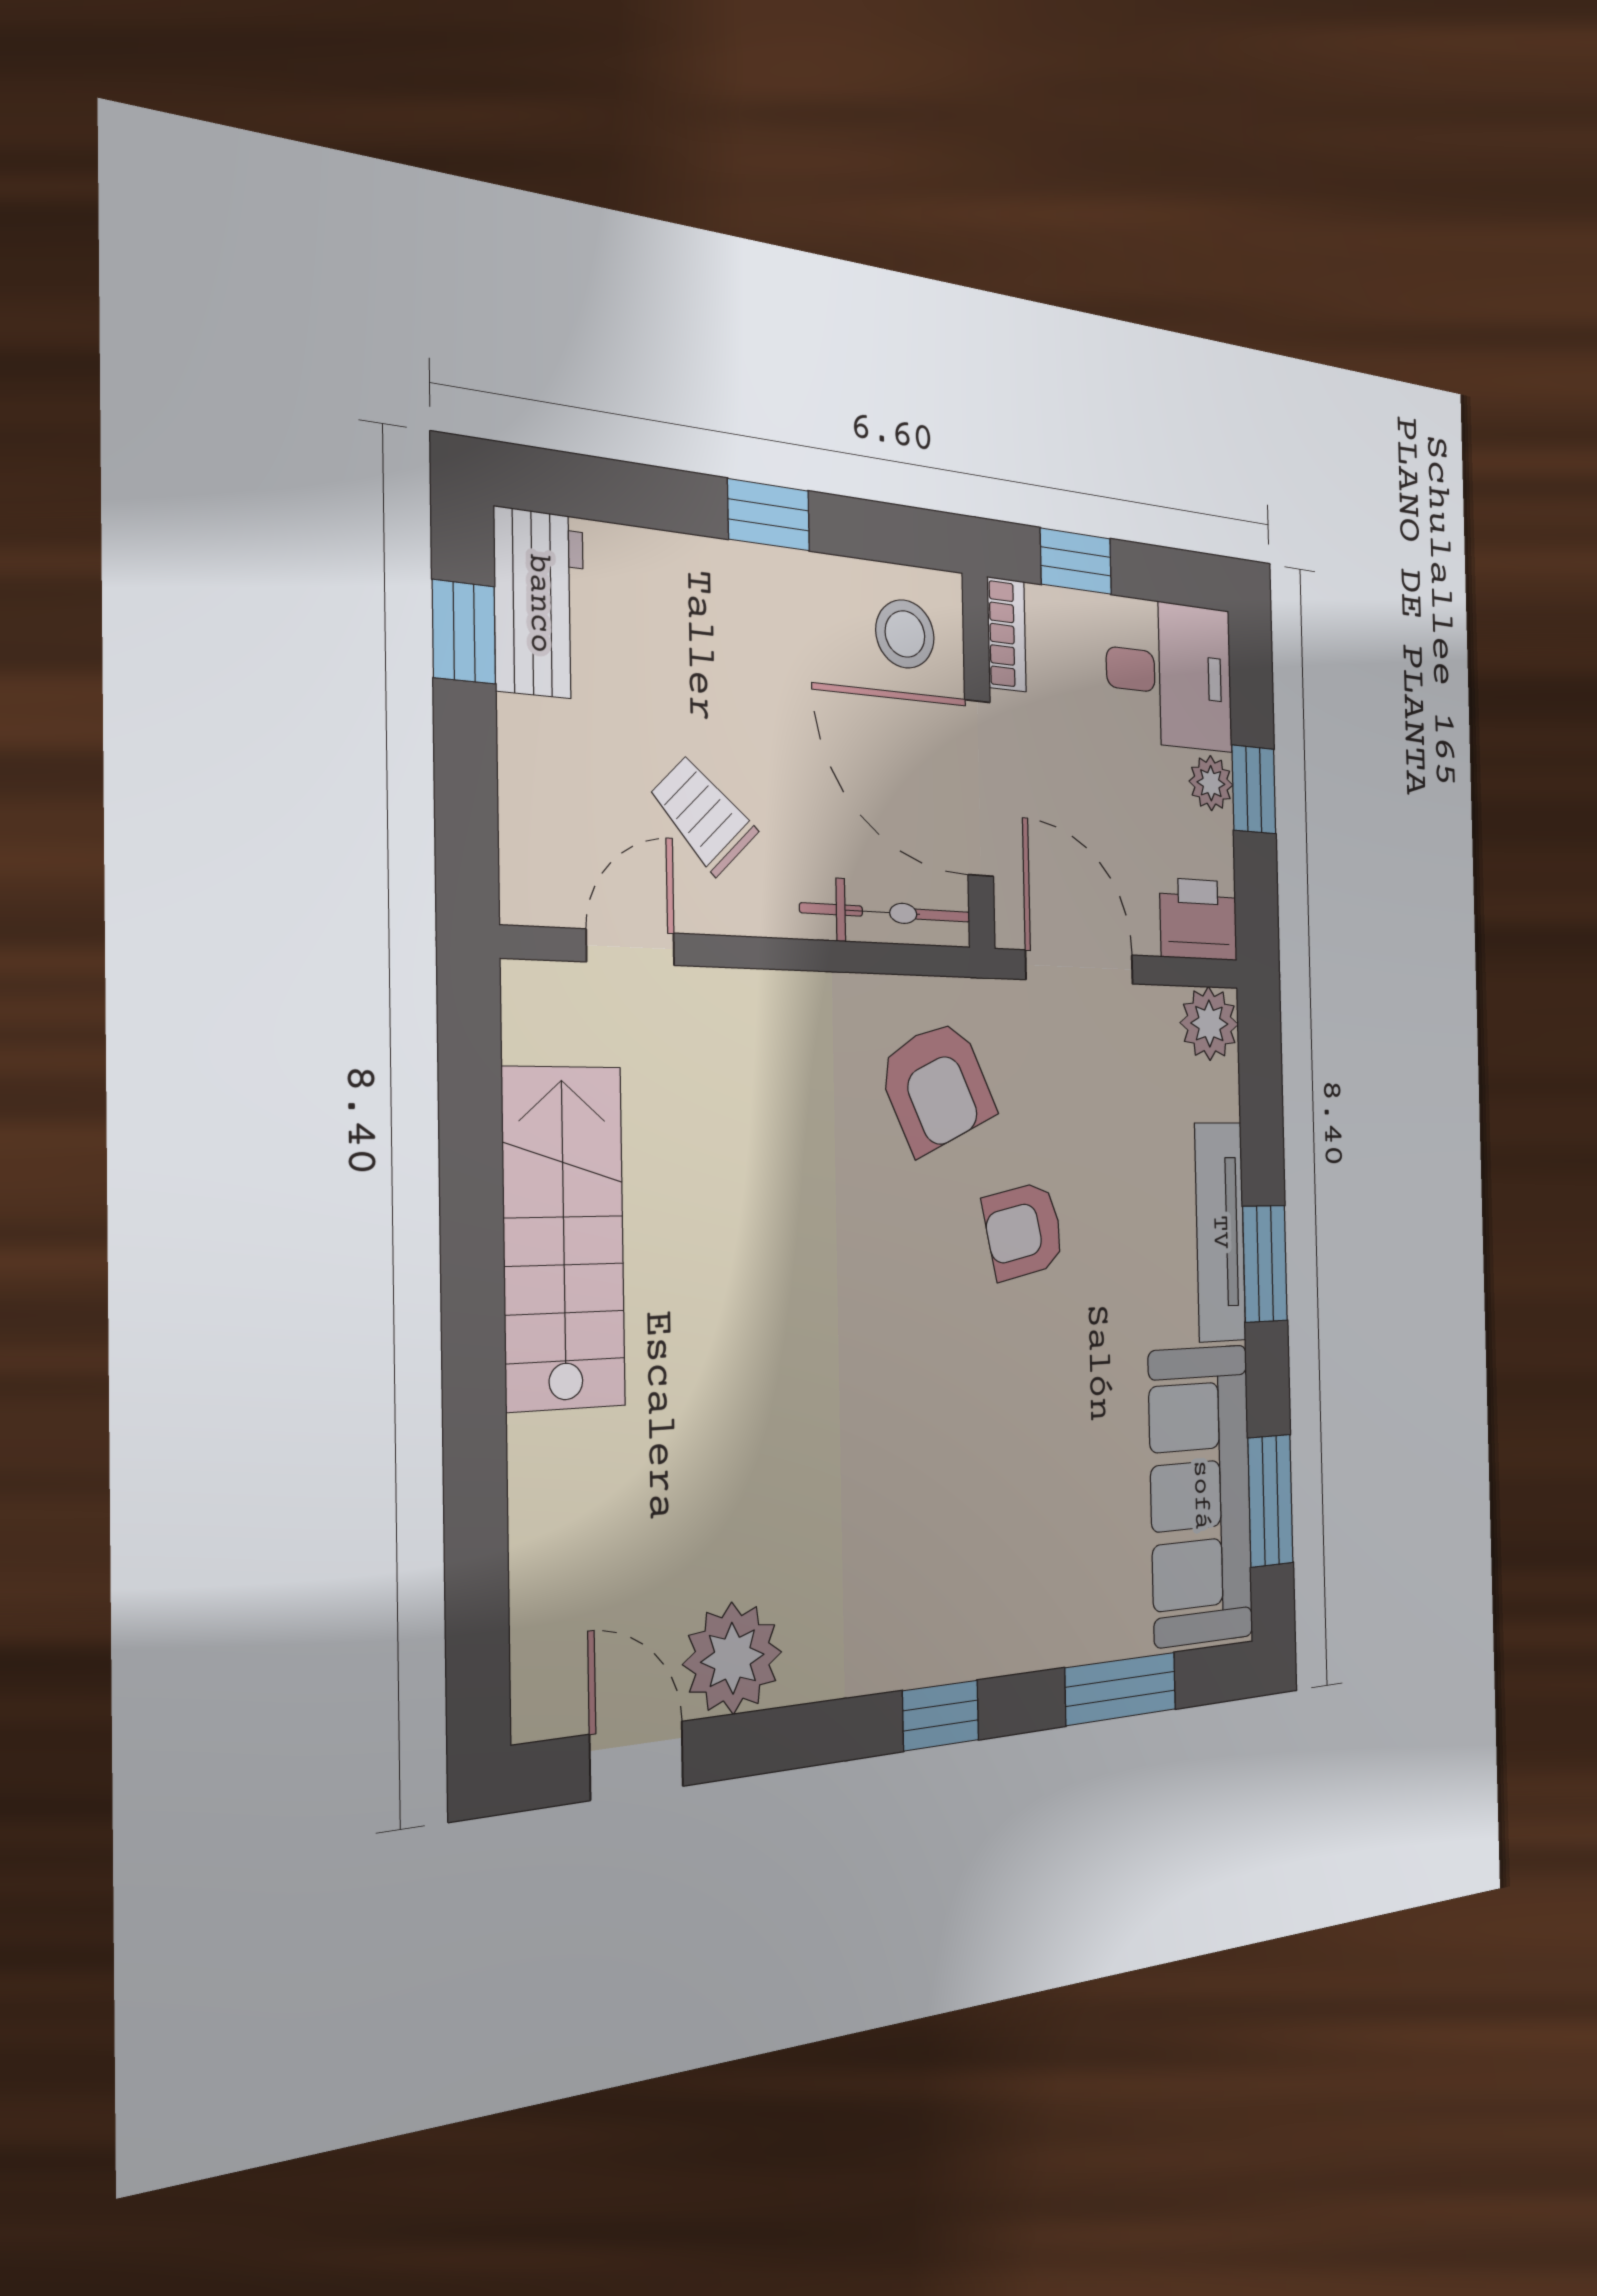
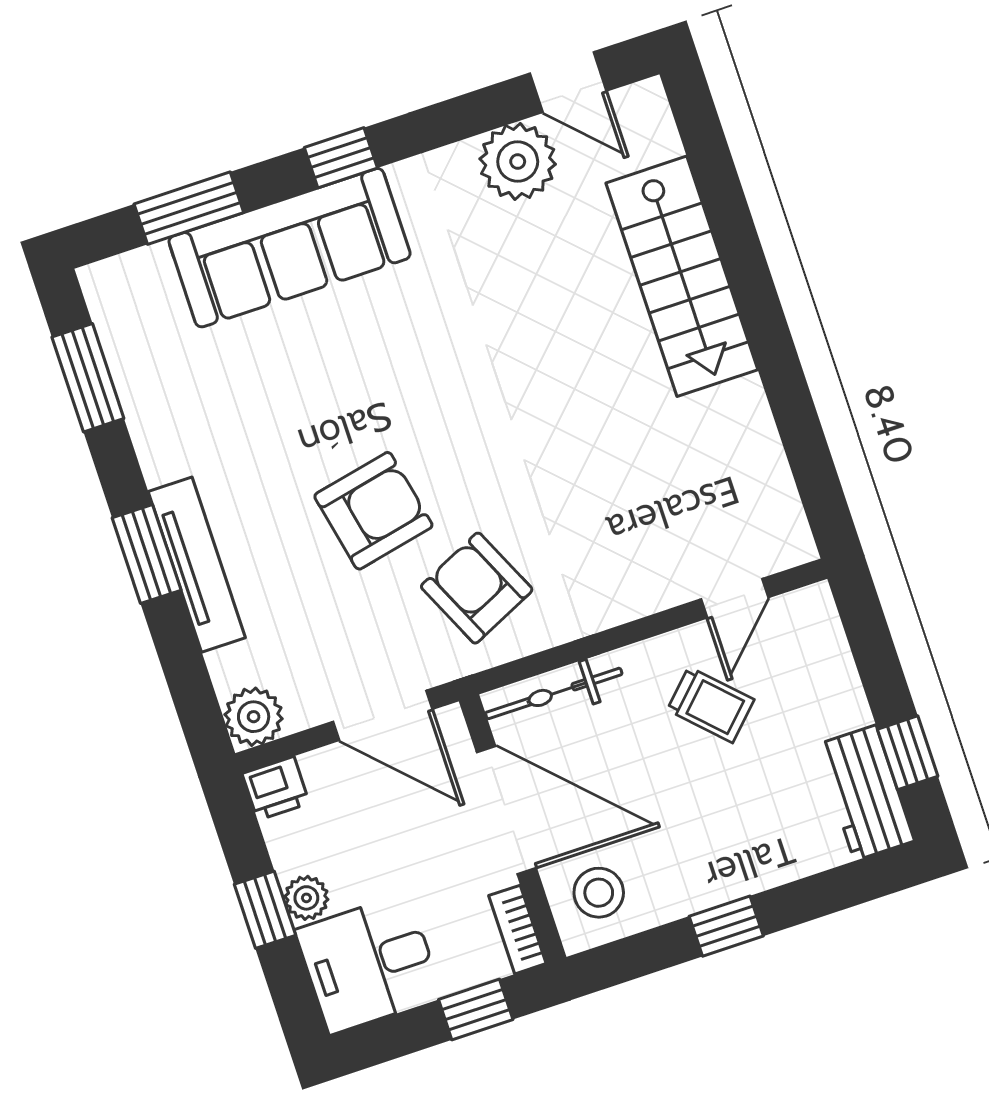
printer: (1198, 919) -> (276, 788), width x0.73, depth x0.81
armchair: (1024, 1231) -> (373, 511), width x1.38, depth x1.38
stairs: (564, 1237) -> (682, 276), moved
sofa: (1201, 1495) -> (290, 248), moved, turned 90

